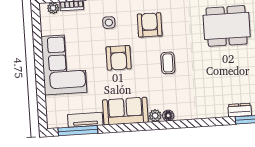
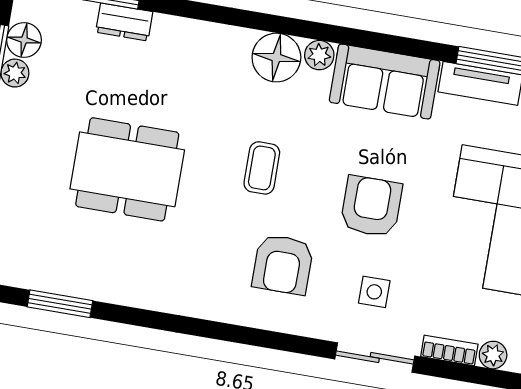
dining table: (227, 26) -> (127, 169), moved
floor lamp: (168, 116) -> (276, 58), width x1.89, depth x1.89

